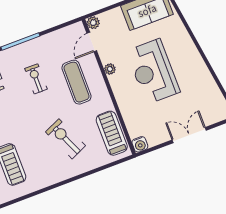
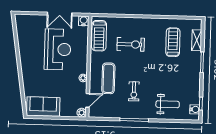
reception desk: (153, 71) -> (58, 49), moved
double door: (189, 135) -> (60, 14), moved
exercise bike: (65, 139) -> (131, 44), turned -66

